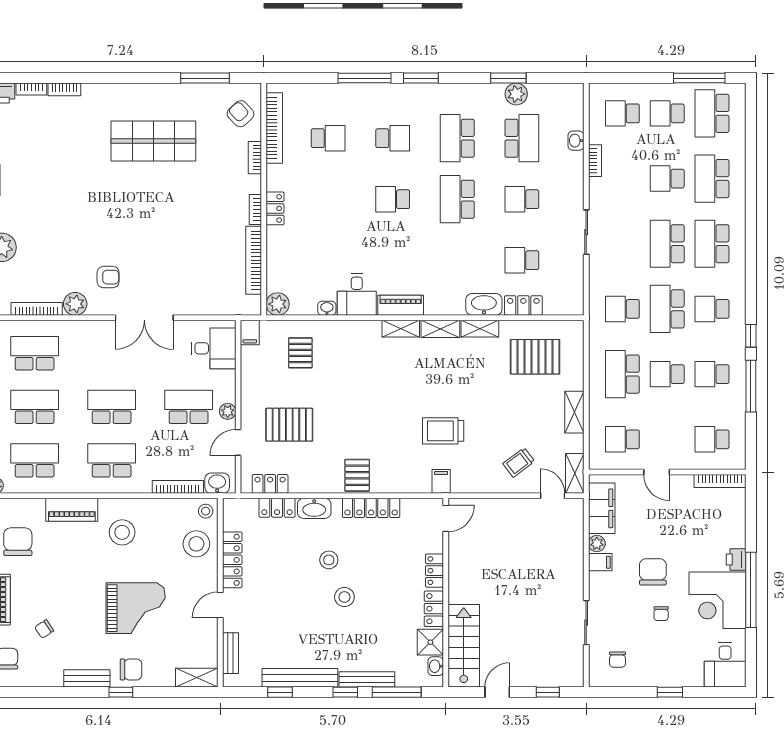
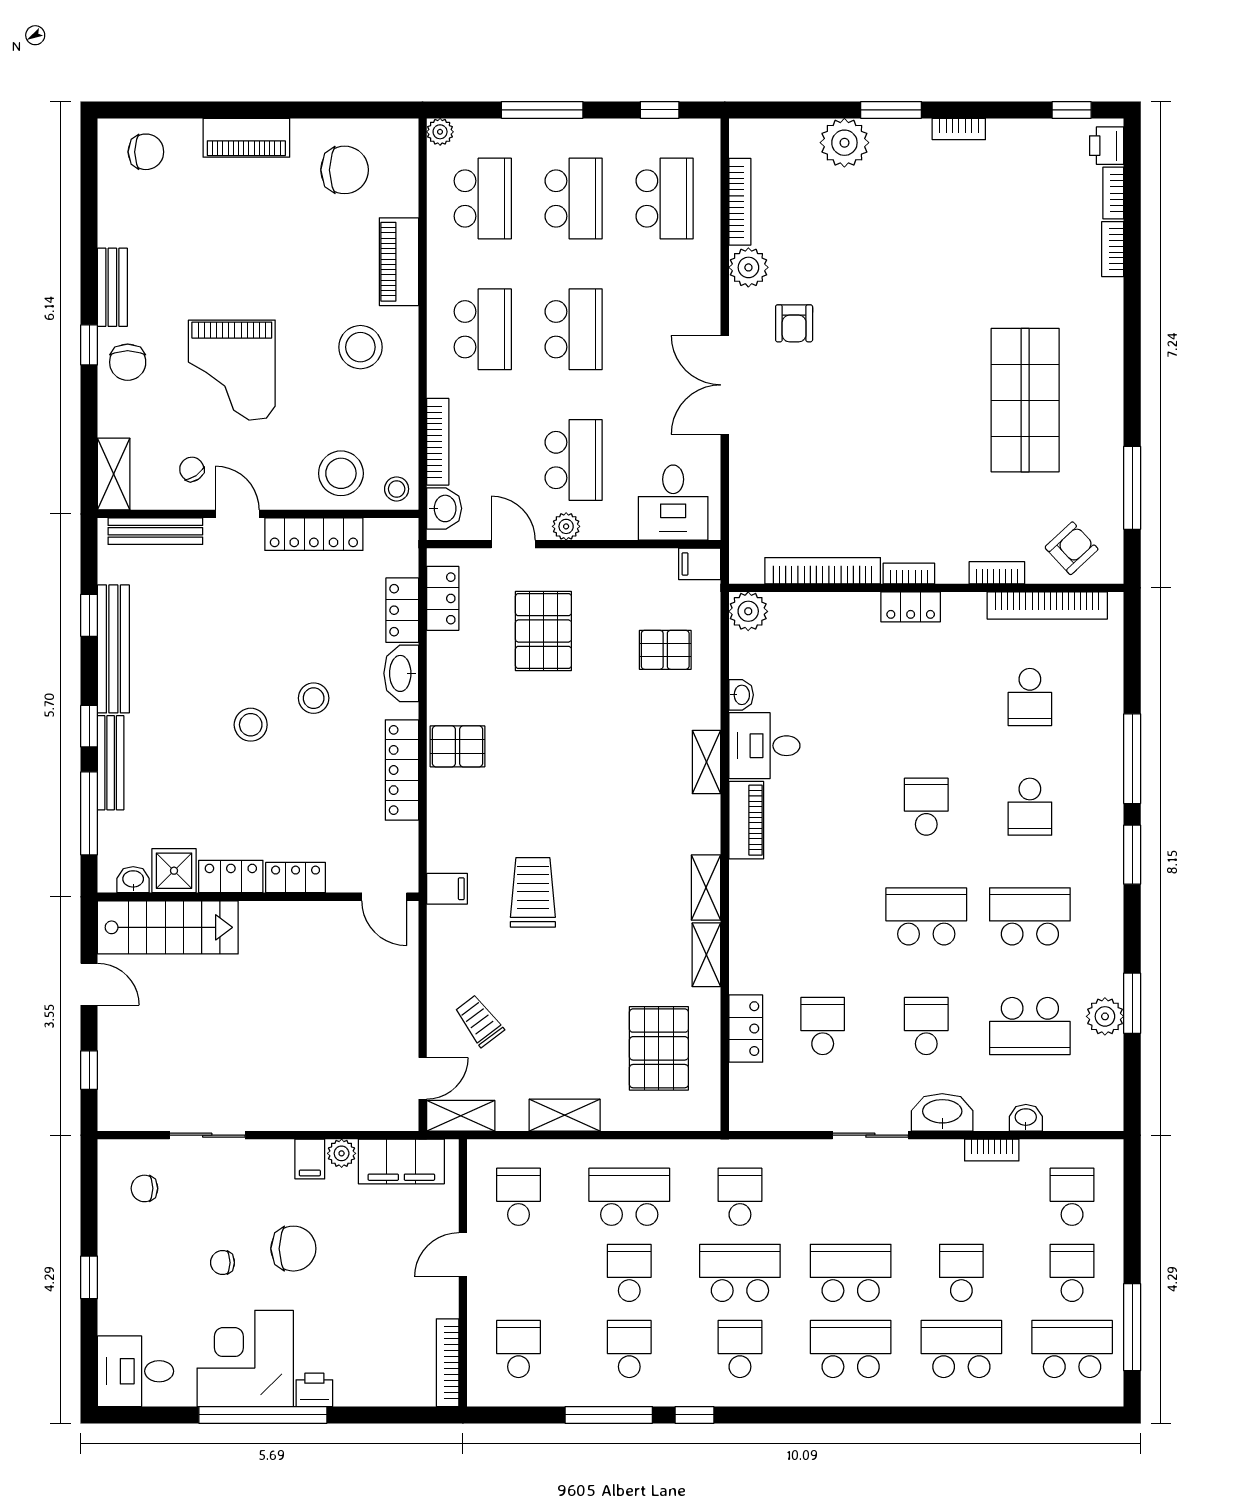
washbasin: (484, 304) -> (942, 1112), moved, turned -90
shelving: (401, 329) -> (707, 762), moved
chair: (44, 629) -> (192, 469), moved
bench: (231, 653) -> (155, 531), width x1.36

